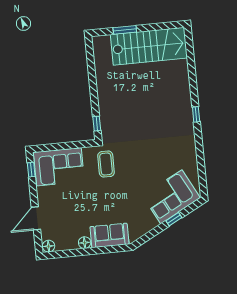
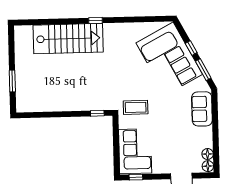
stairs: (149, 46) -> (68, 39), moved, turned 90
corner sofa: (171, 197) -> (169, 59), width x1.36, depth x1.36
window: (152, 234) -> (203, 70), added
floor lamp: (85, 243) -> (208, 154), moved

